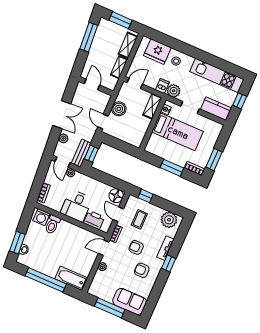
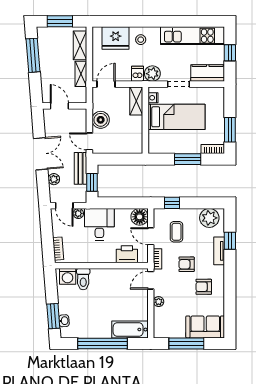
bench: (81, 153) -> (80, 168), moved
desk: (76, 206) -> (99, 224), moved, turned 180
window: (169, 263) -> (230, 241), moved

